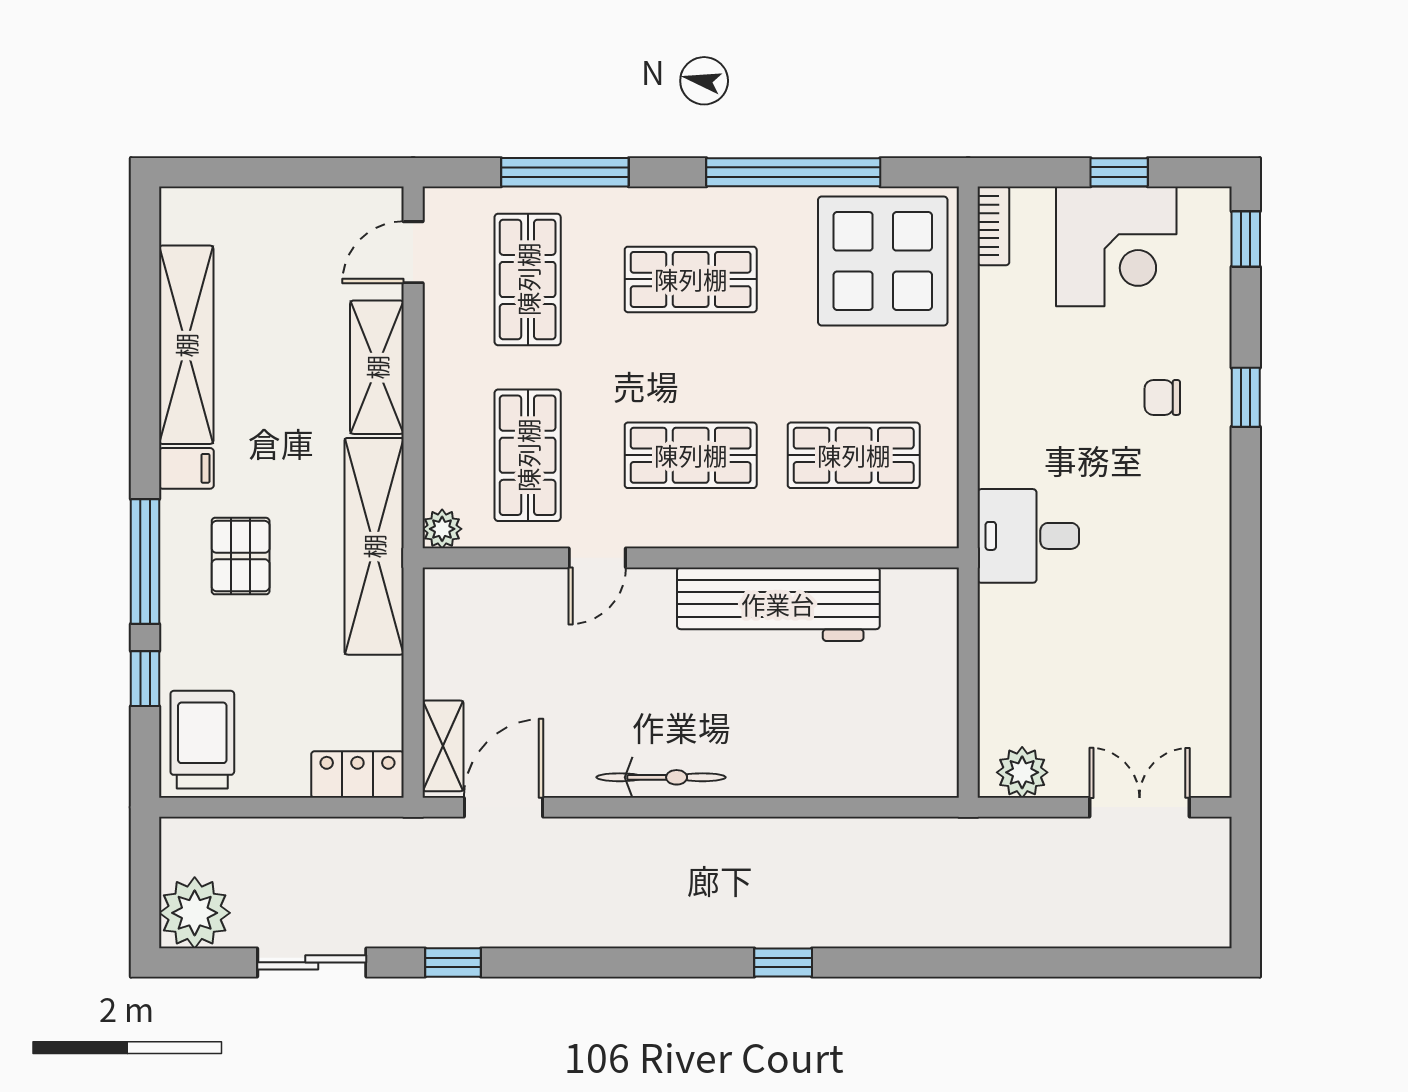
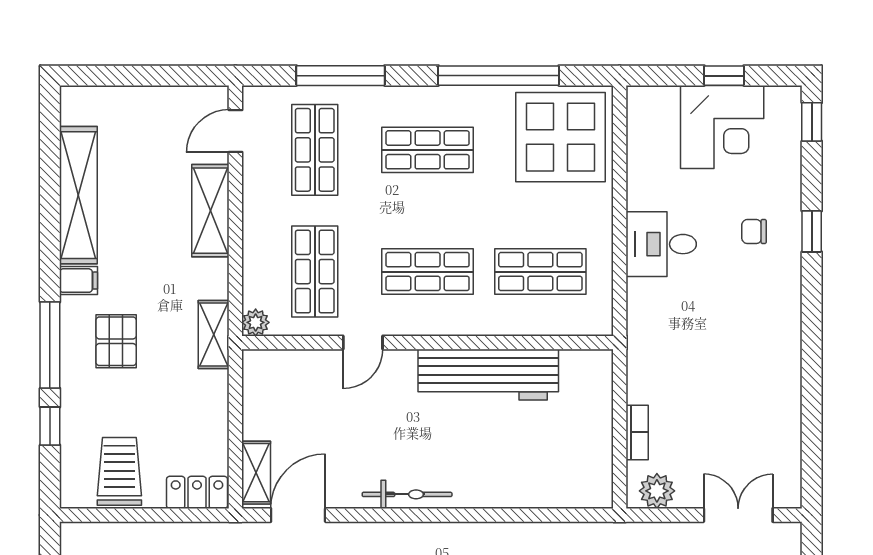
bookcase: (993, 226) -> (637, 432), moved
desk: (1028, 536) -> (661, 244), moved
shelving: (374, 546) -> (214, 335), width x0.45, depth x0.75
trolley: (202, 740) -> (119, 471), moved

